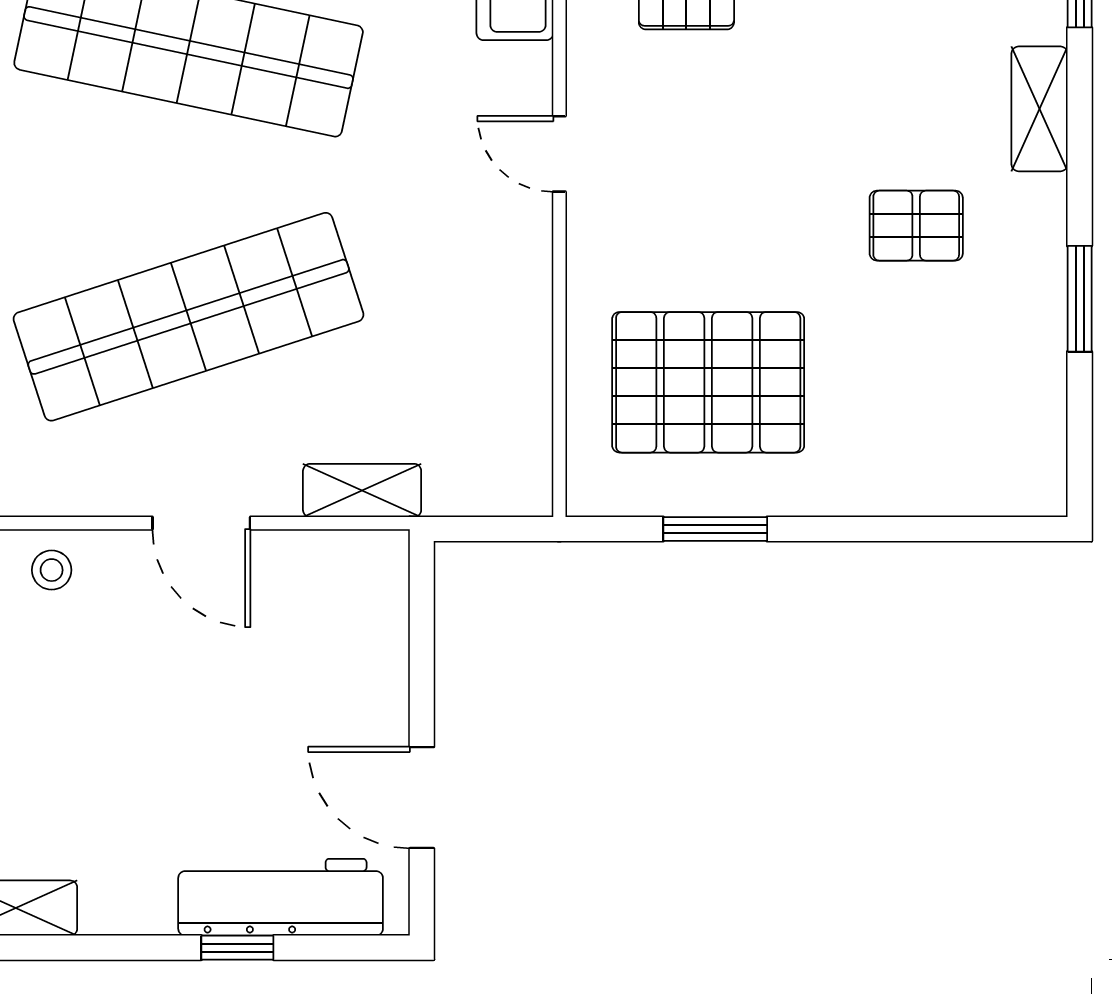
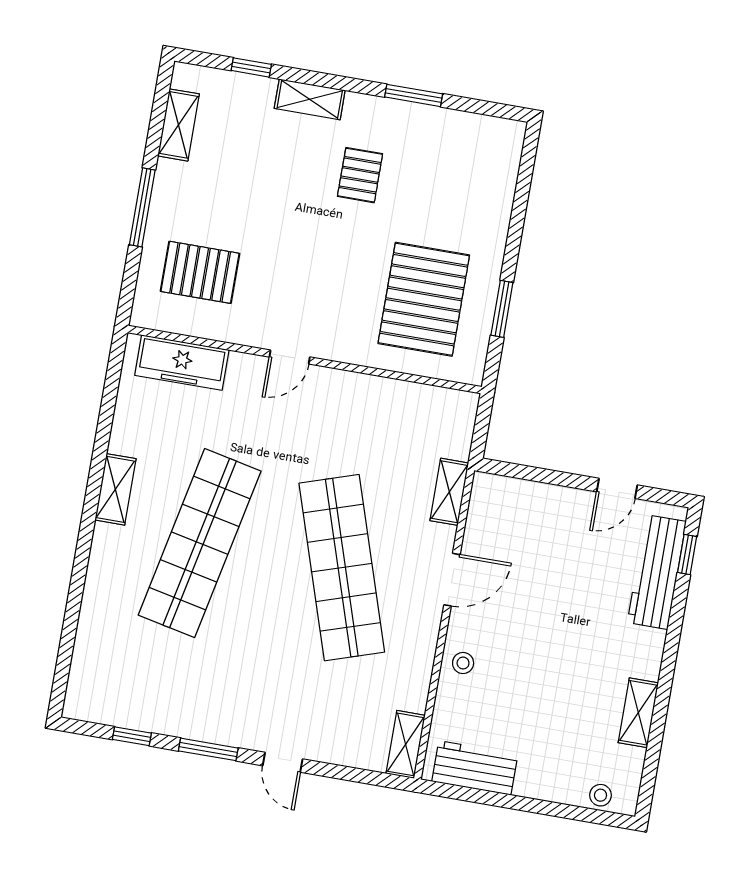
door: (422, 798) -> (617, 488), width x0.73
window: (237, 948) -> (687, 555), moved

